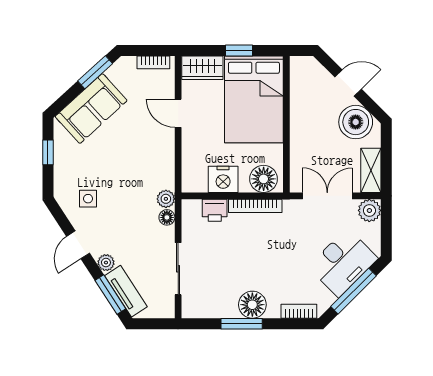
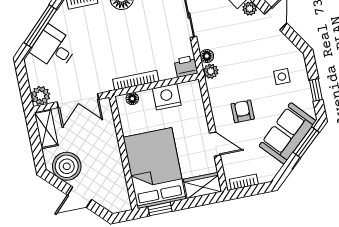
window: (239, 51) -> (160, 209), moved
window: (95, 72) -> (306, 142), moved
armchair: (138, 145) -> (243, 111), added
floor lamp: (264, 179) -> (132, 99), width x0.53, depth x0.53
side table: (88, 199) -> (282, 77), moved
printer: (215, 210) -> (186, 66), moved
desk: (343, 263) -> (54, 48), width x0.73

